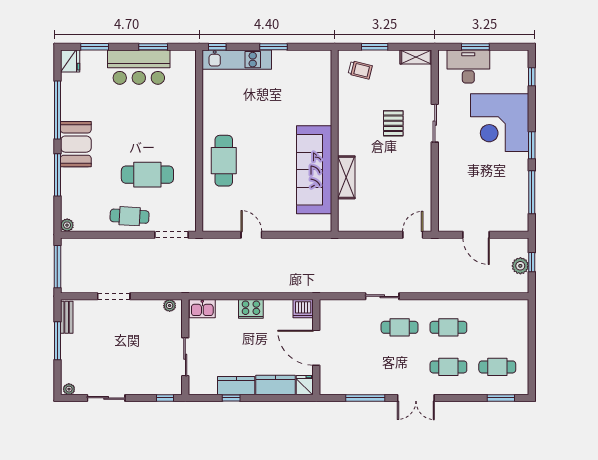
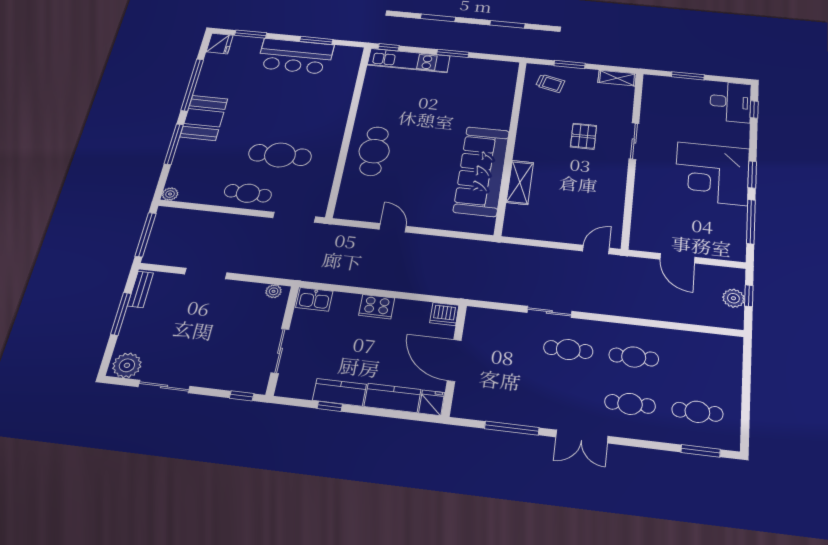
desk: (468, 67) -> (730, 102), moved, turned 90
corner desk: (500, 123) -> (712, 174), moved
plant: (69, 389) -> (127, 365), width x1.88, depth x1.88

